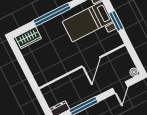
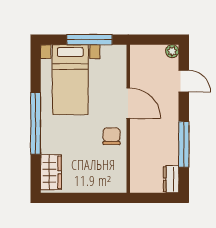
window: (116, 21) -> (89, 40), width x1.44
chair: (67, 62) -> (112, 136), added

